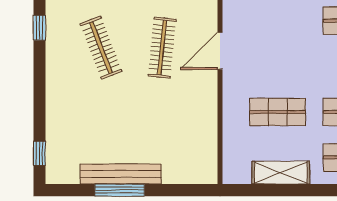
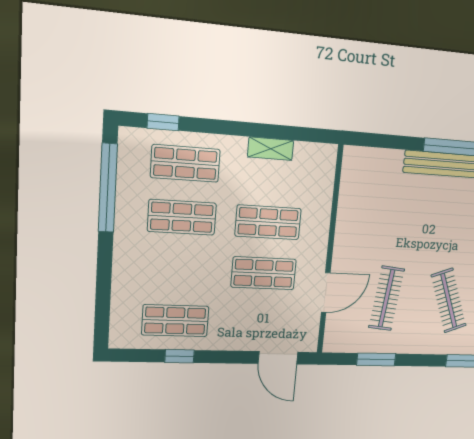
shop shelf: (278, 66) -> (264, 273), added
shelving: (281, 173) -> (271, 149), width x0.67, depth x0.75

